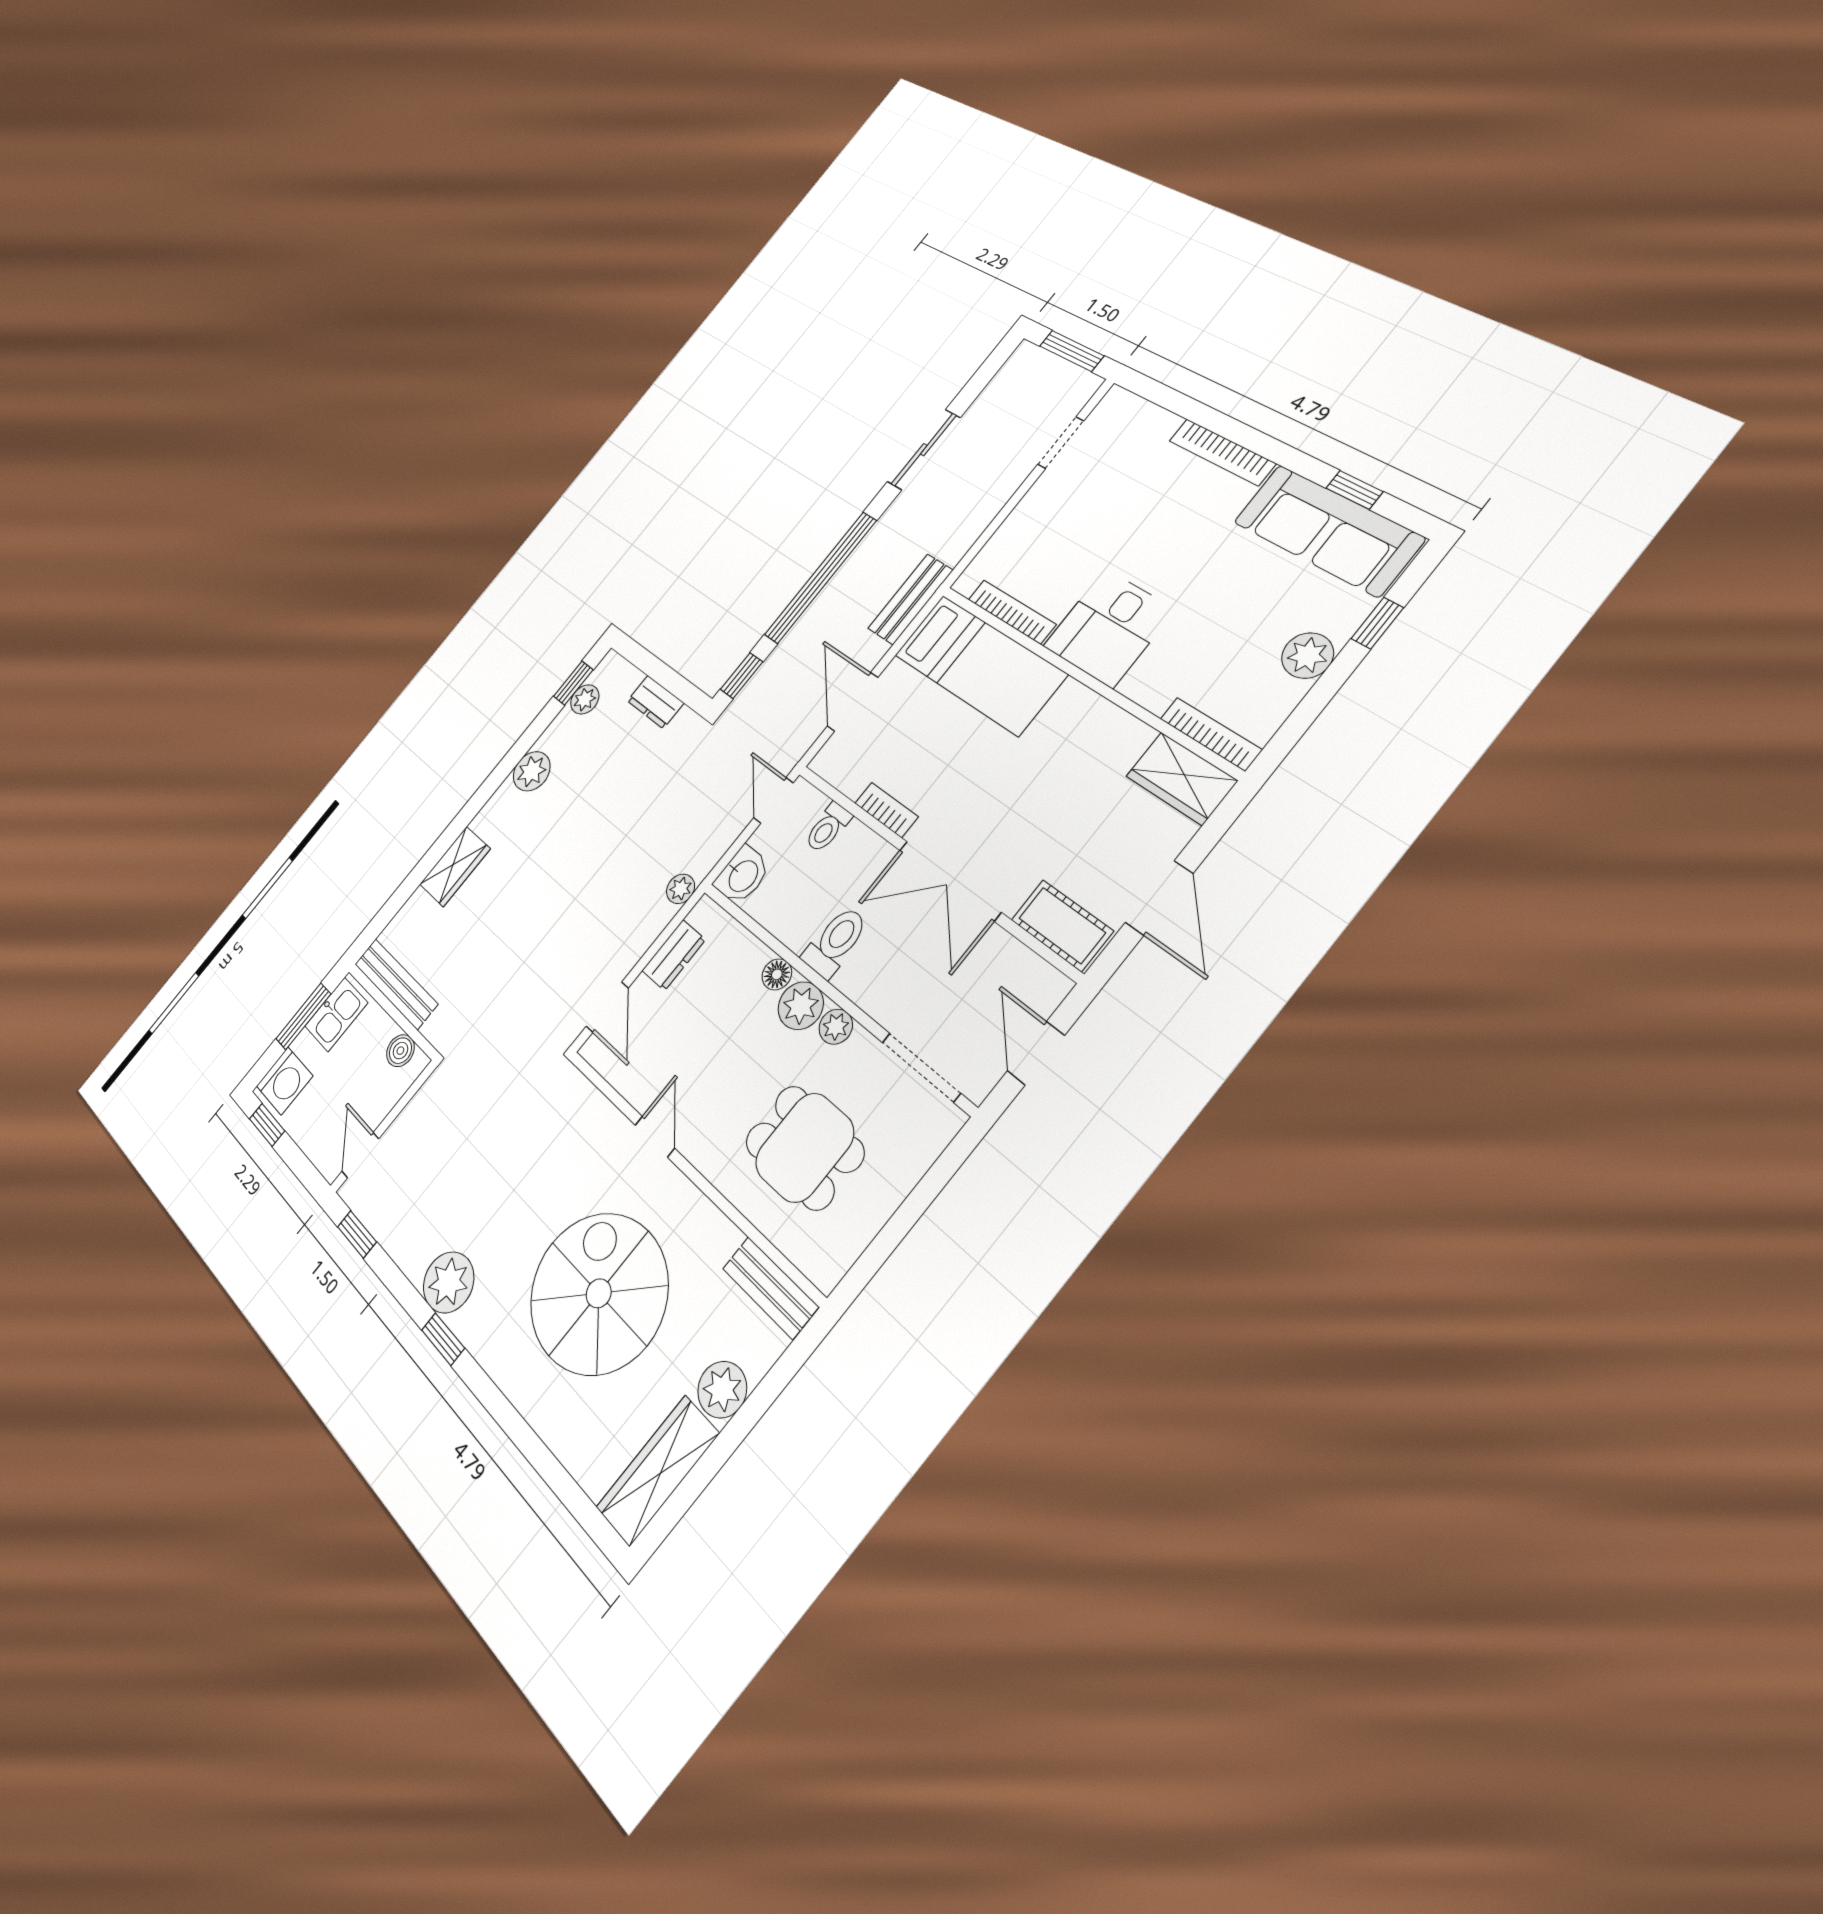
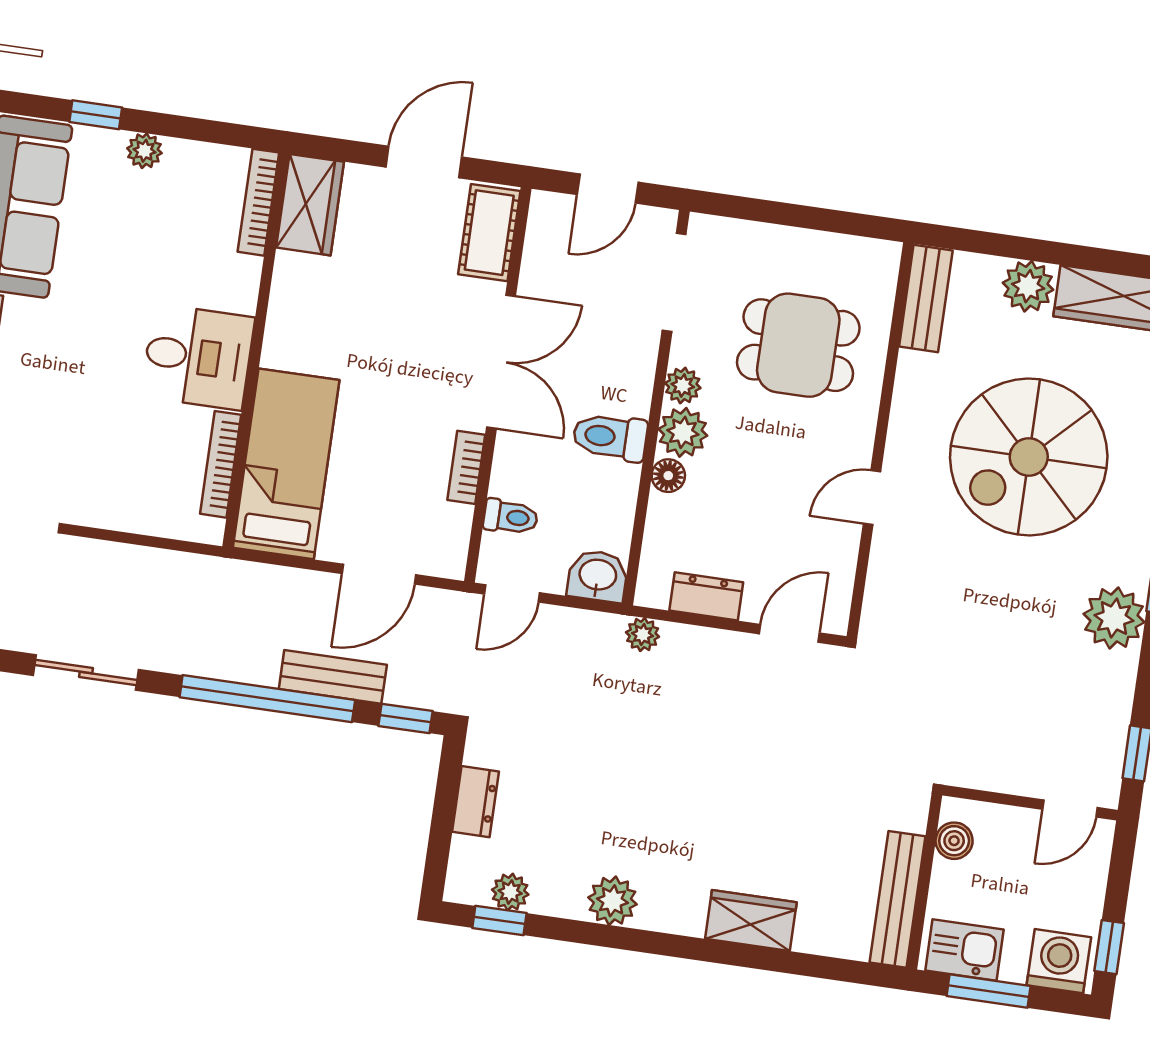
bench: (910, 599) -> (333, 677), moved
plant: (1308, 656) -> (144, 151), width x0.73, depth x0.73
dining table: (805, 1147) -> (798, 345), turned 90

